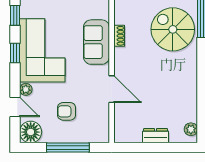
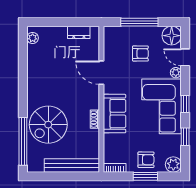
spiral stairs: (173, 29) -> (48, 125), turned 90
dresser: (156, 136) -> (79, 32), moved

